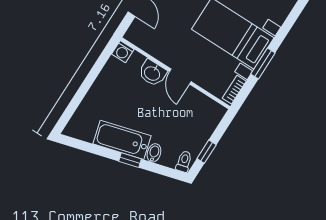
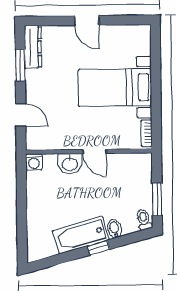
window: (263, 63) -> (156, 96), removed
window: (207, 152) -> (157, 199), width x1.50

